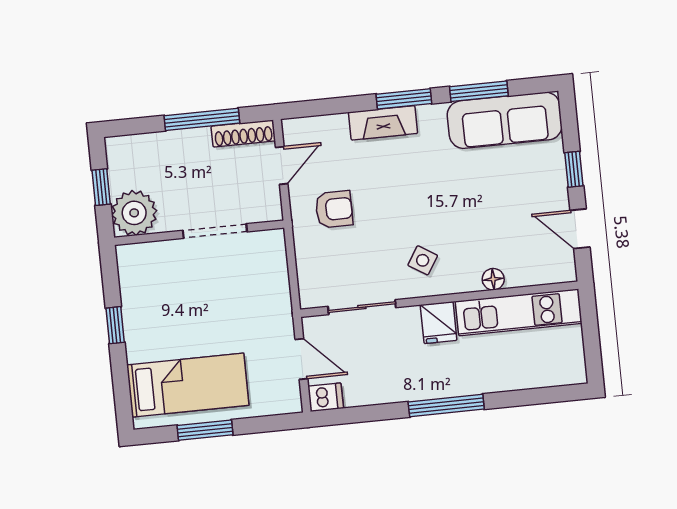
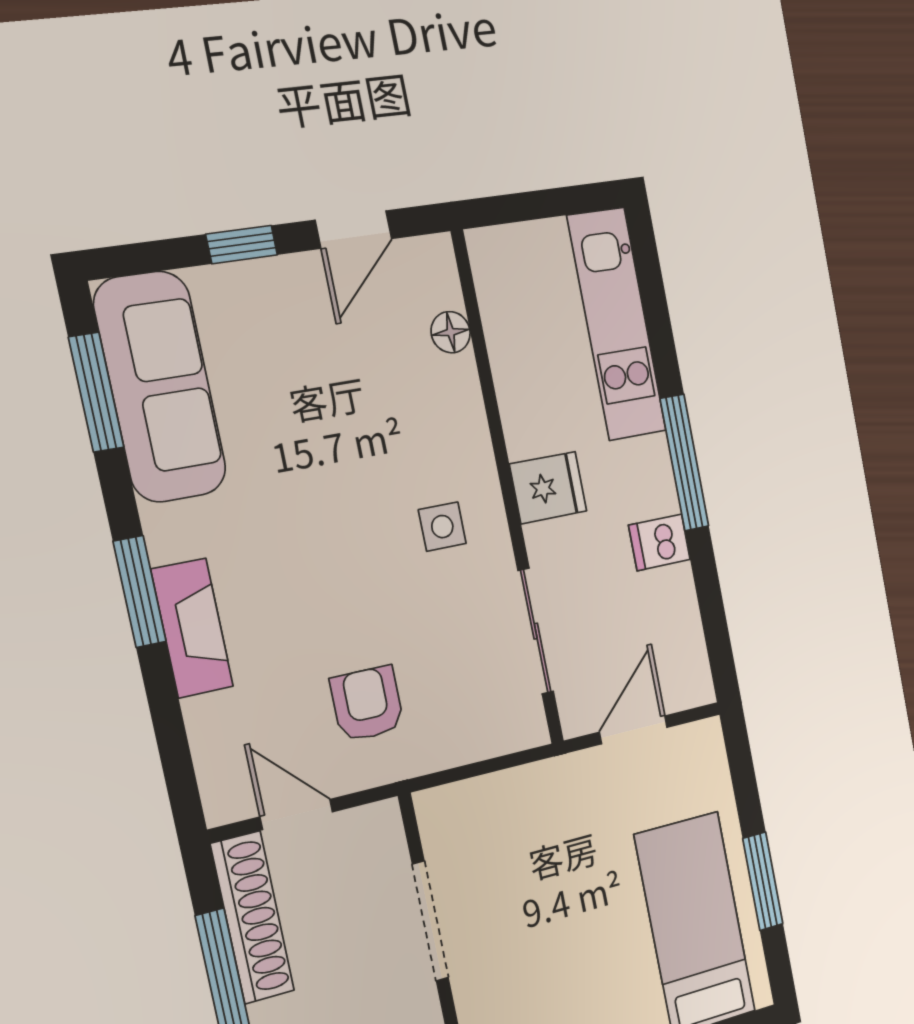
window: (479, 91) -> (96, 392), moved
shoe rack: (243, 133) -> (252, 917), width x1.36, depth x1.24
side table: (423, 260) -> (442, 527), turned -32
floor lamp: (493, 279) -> (451, 332), moved
kitchen unit: (519, 312) -> (617, 324), moved, turned 180
dishwasher: (326, 397) -> (659, 542), moved, turned -90

